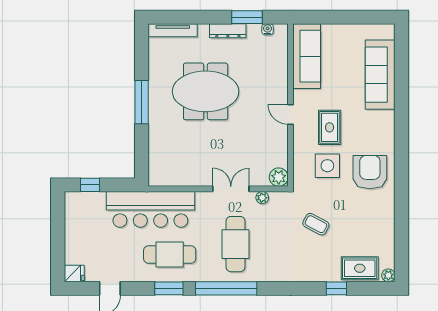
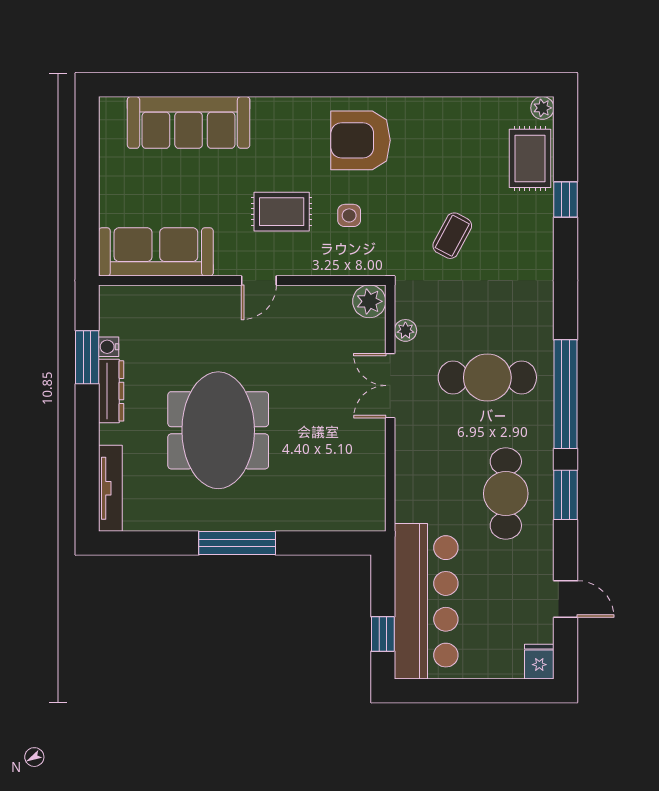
water cooler: (268, 29) -> (109, 347), moved
side table: (327, 166) -> (349, 215), width x0.54, depth x0.54
bar counter: (150, 209) -> (426, 601), moved

